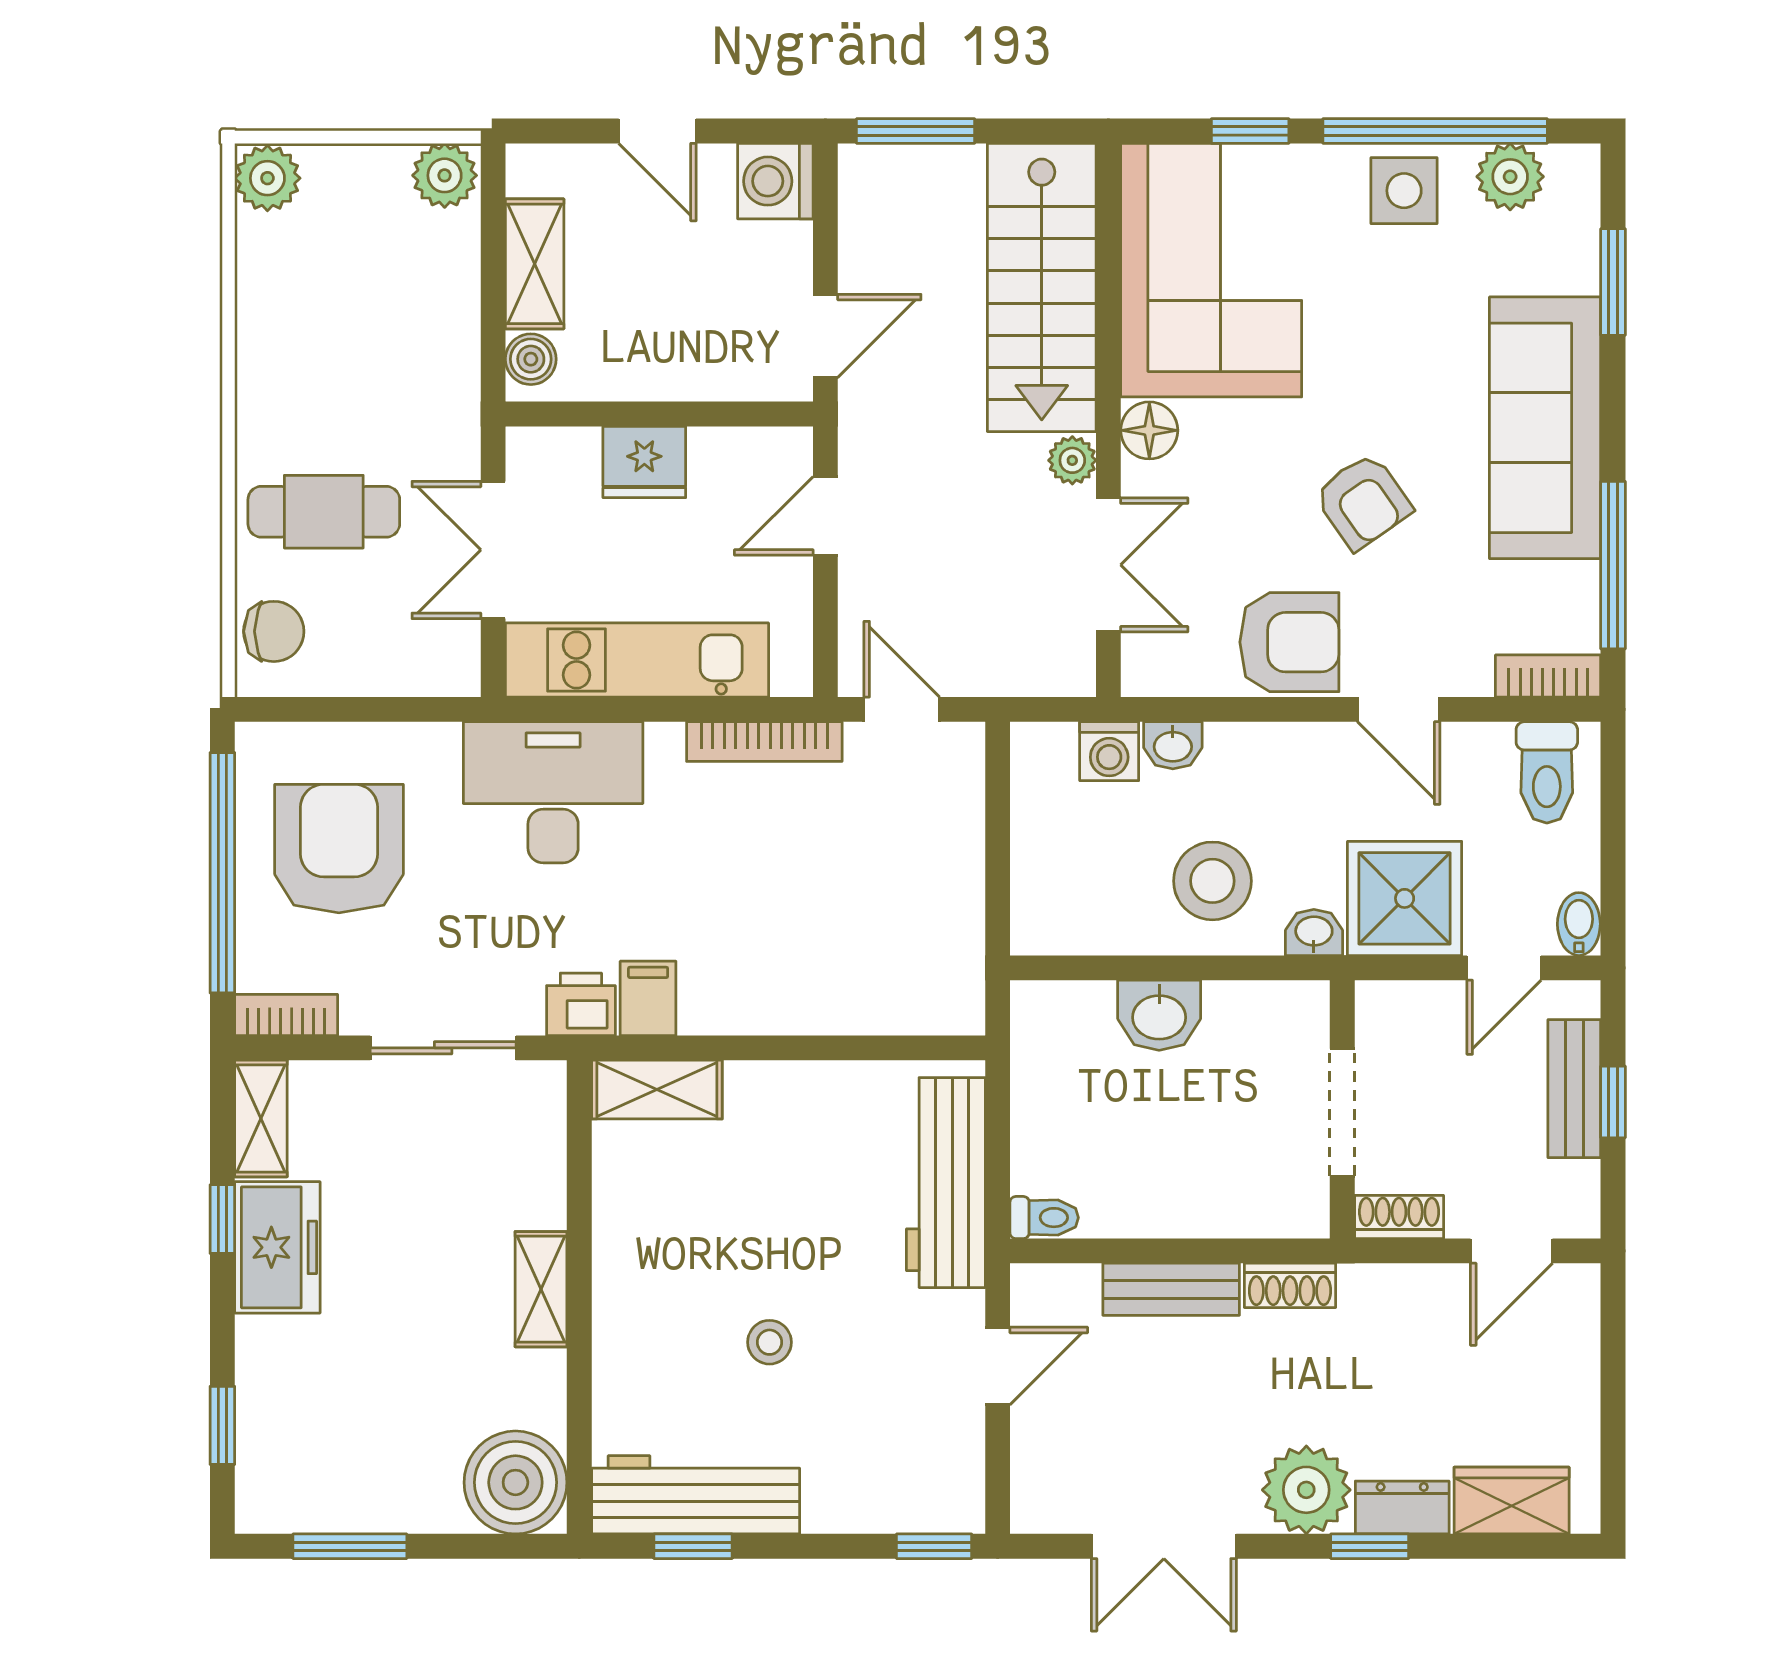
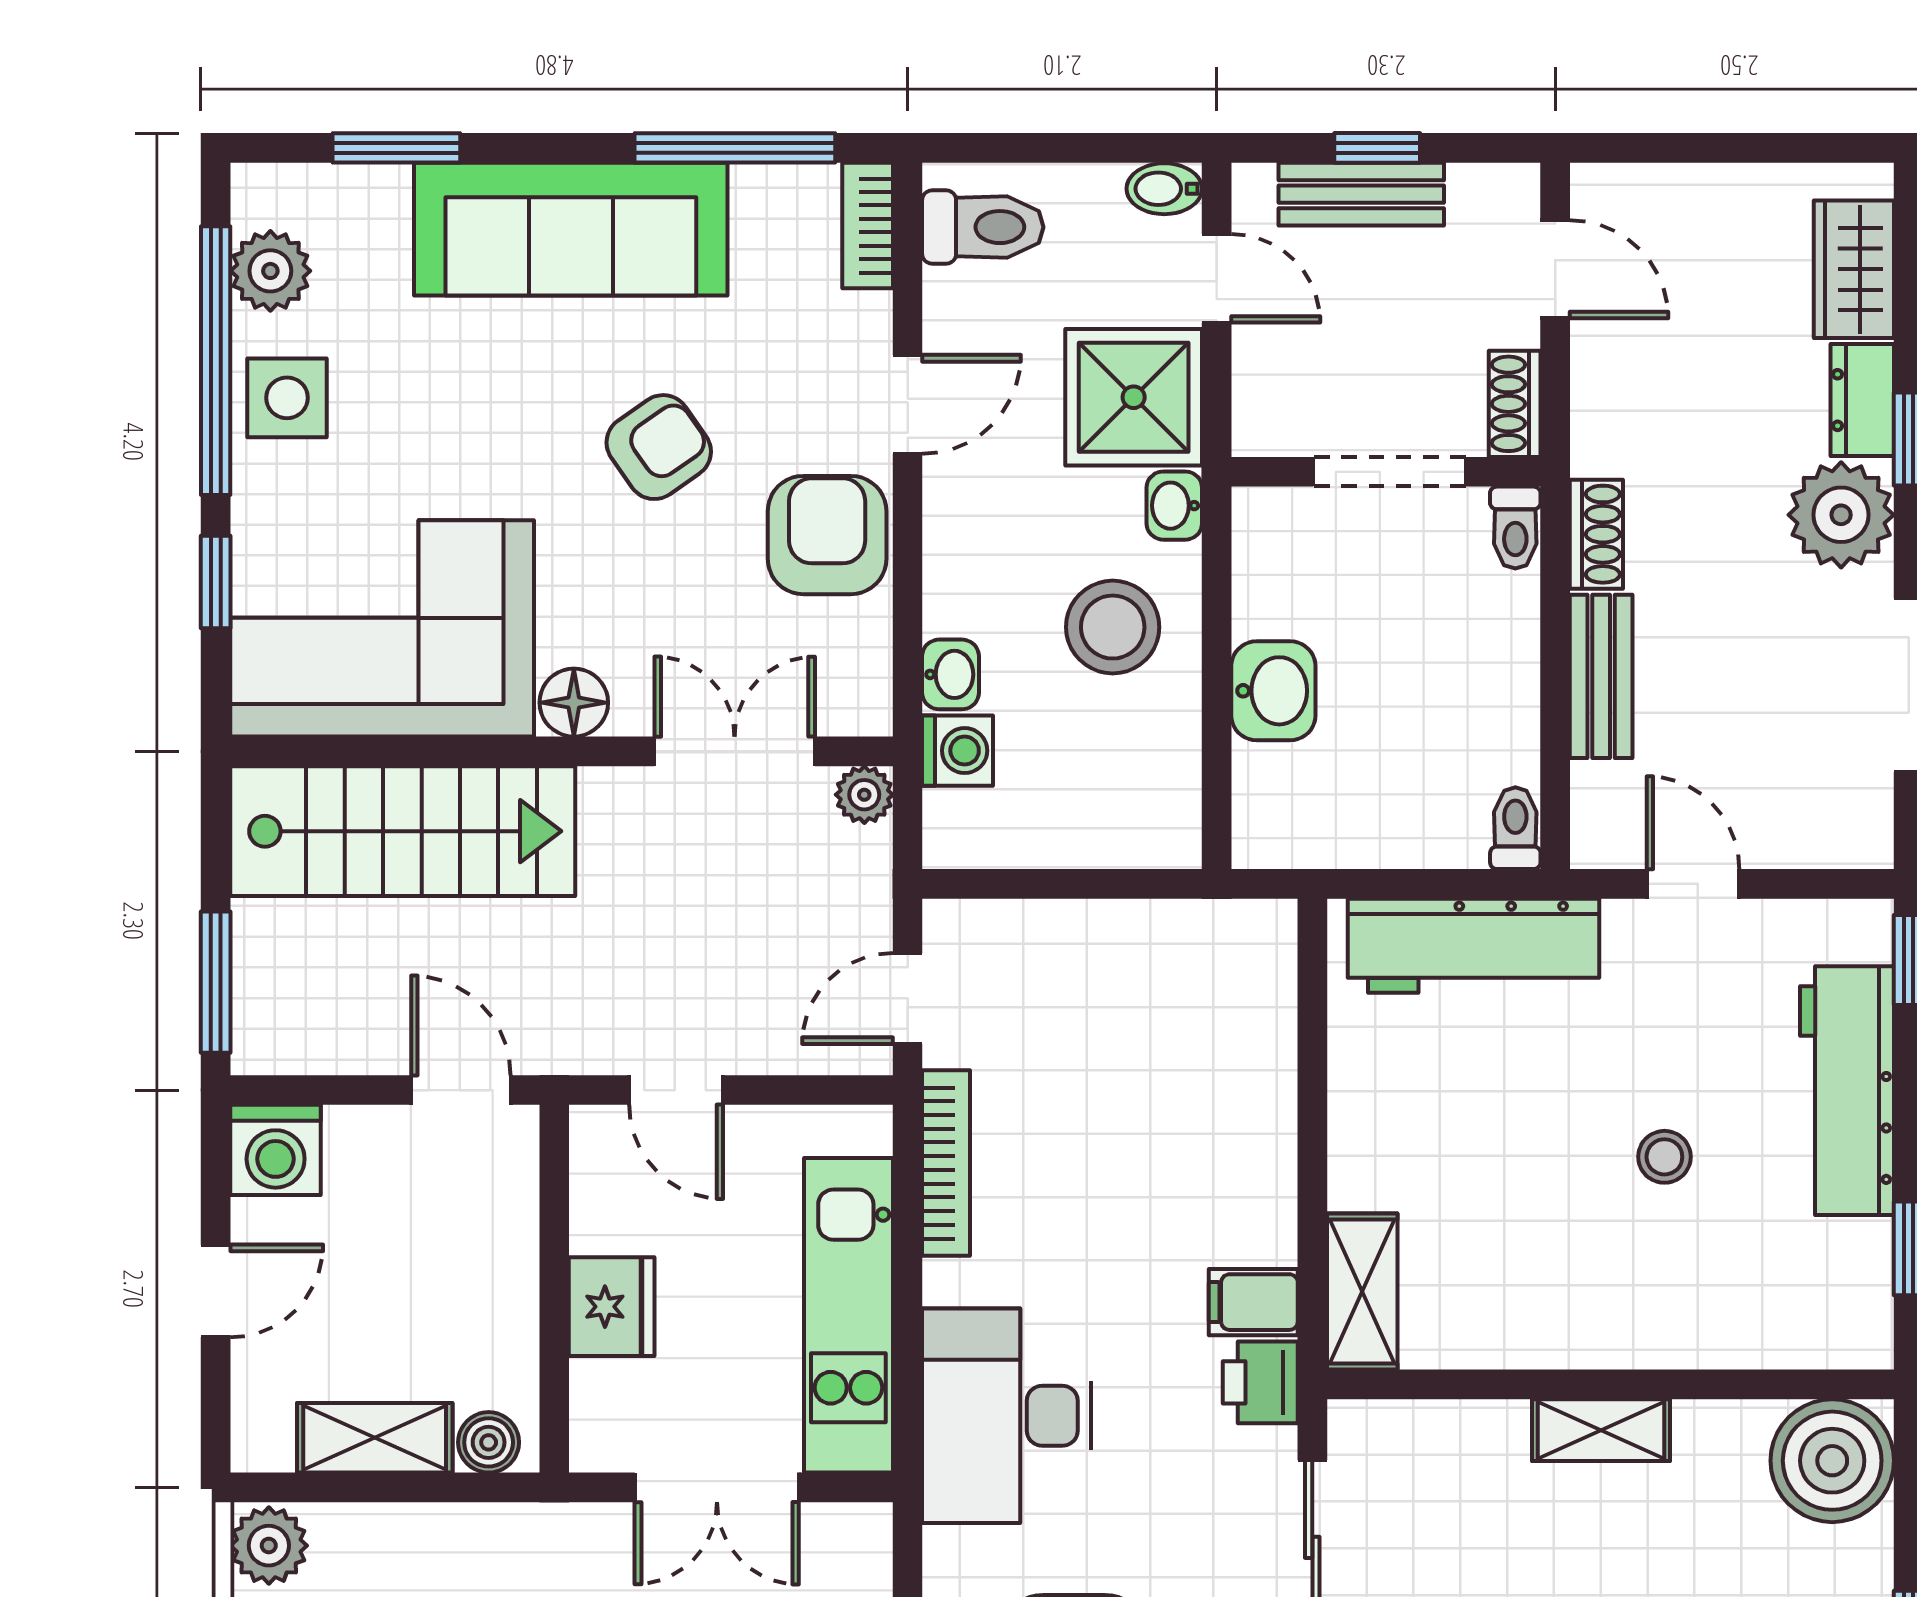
plant: (1072, 460) -> (864, 795), moved
toilet: (1296, 1218) -> (1515, 528), added
workbench: (696, 1495) -> (1847, 1091), moved

